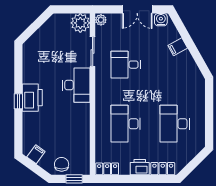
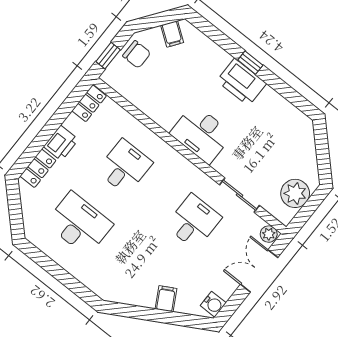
double door: (137, 9) -> (259, 271), moved
plant: (80, 23) -> (295, 193), moved
desk: (76, 85) -> (201, 134), moved
desk: (126, 124) -> (125, 167), width x0.73

